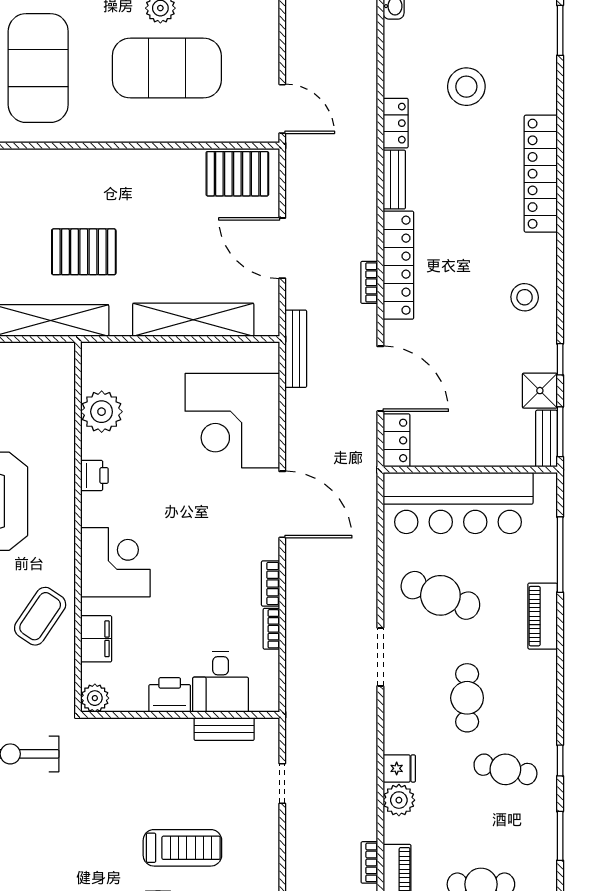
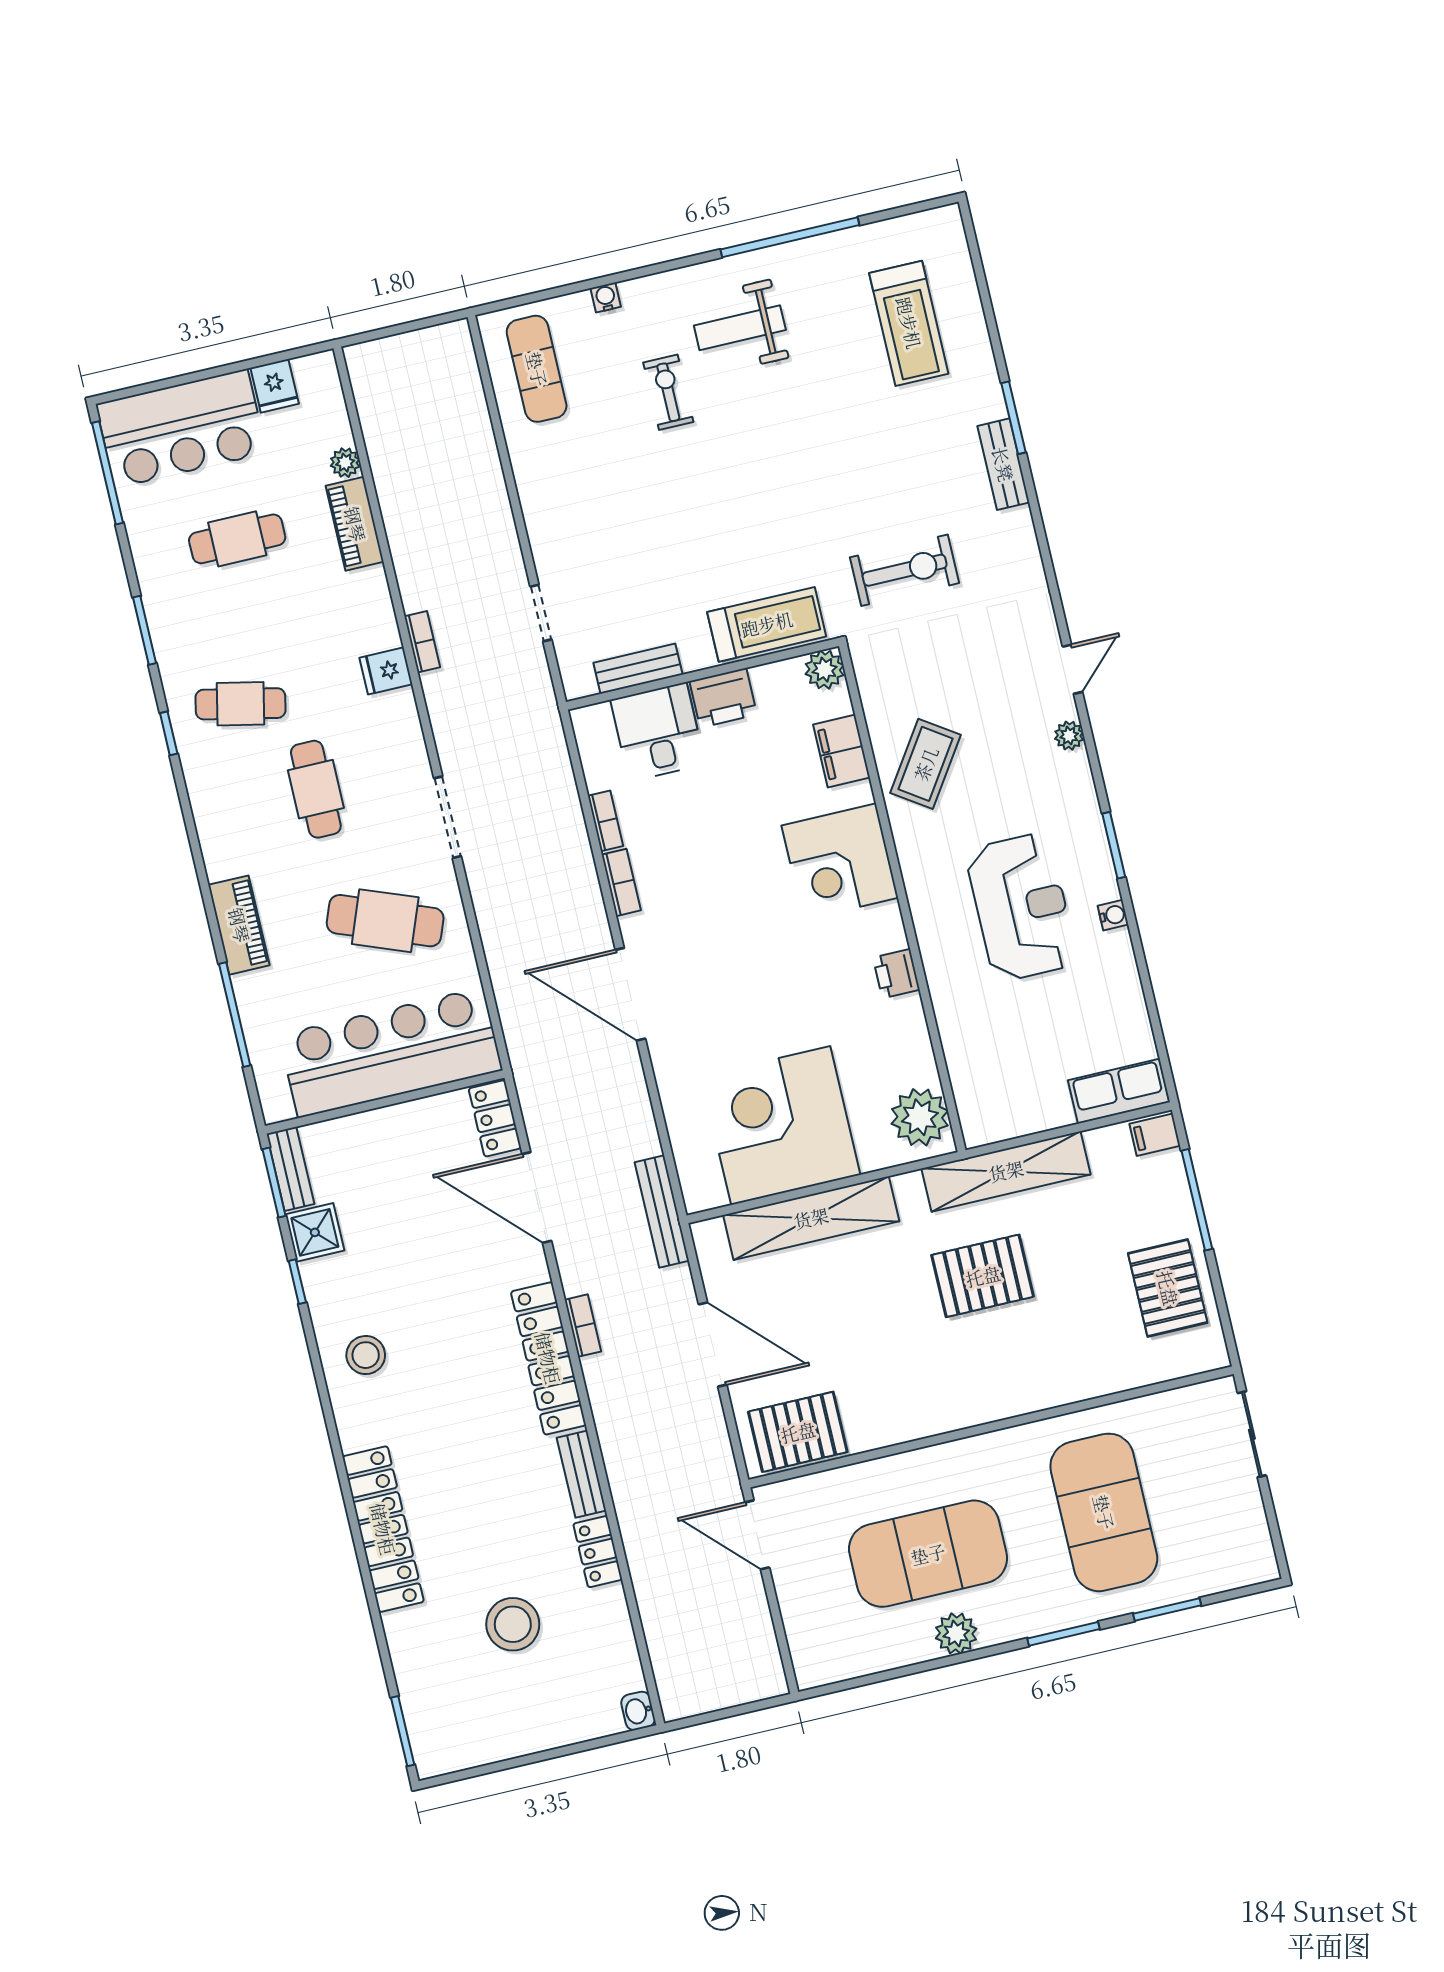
plant: (102, 412) -> (920, 1117), moved
corner desk: (232, 421) -> (781, 1125), moved, turned -90
plant: (399, 800) -> (376, 628), removed
treadmill: (182, 848) -> (767, 624), moved, turned 180
bookcase: (369, 862) -> (422, 642), moved

